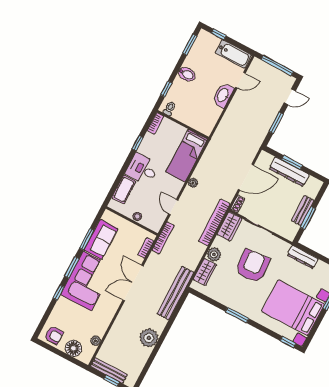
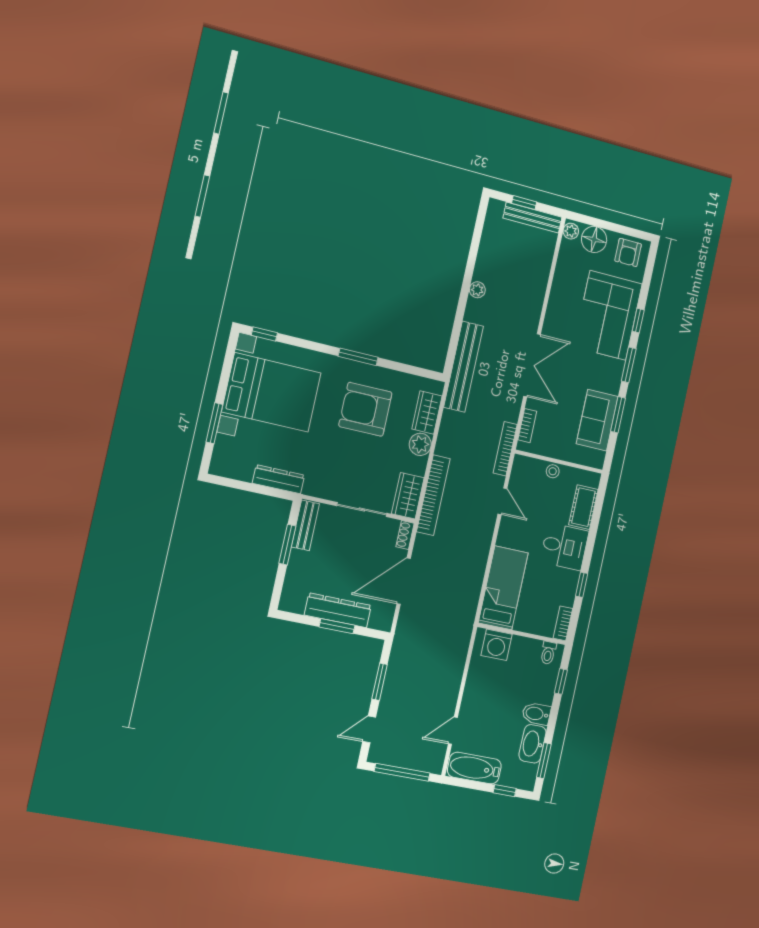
washbasin: (223, 95) -> (532, 744), moved, turned 180
washing machine: (200, 123) -> (497, 645), added
plant: (193, 183) -> (483, 548), removed
bench: (303, 211) -> (305, 525), moved
armchair: (253, 266) -> (365, 409), moved, turned 94
corner sofa: (87, 281) -> (608, 315), moved
armchair: (54, 335) -> (628, 252), turned -90
plant: (149, 338) -> (477, 290), width x0.53, depth x0.53
plant: (96, 341) -> (571, 231), moved

